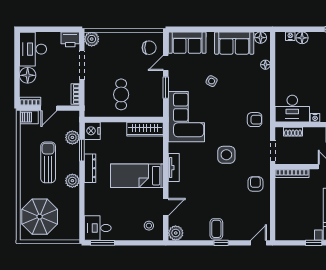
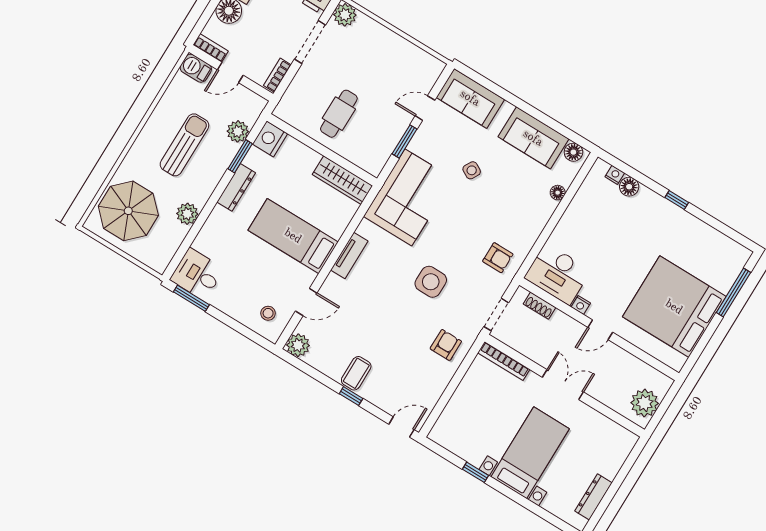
chair: (149, 48) -> (415, 74), removed
plant: (72, 181) -> (187, 214), moved

